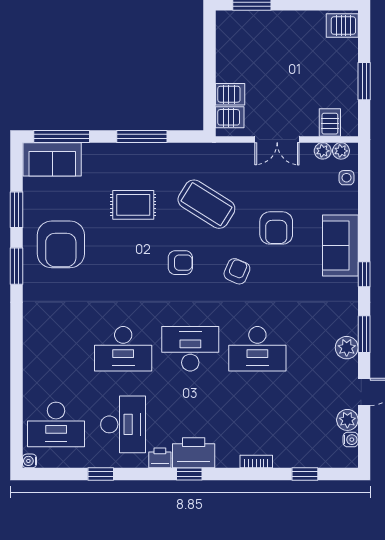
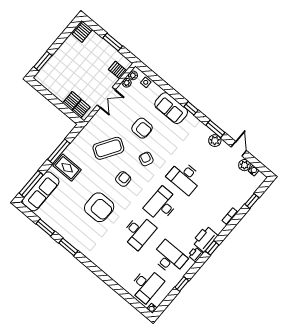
sofa: (52, 159) -> (41, 191), width x1.36
rug: (133, 205) -> (67, 168), moved, turned 90
armchair: (61, 244) -> (99, 207), moved
desk: (257, 349) -> (185, 177), turned 90

